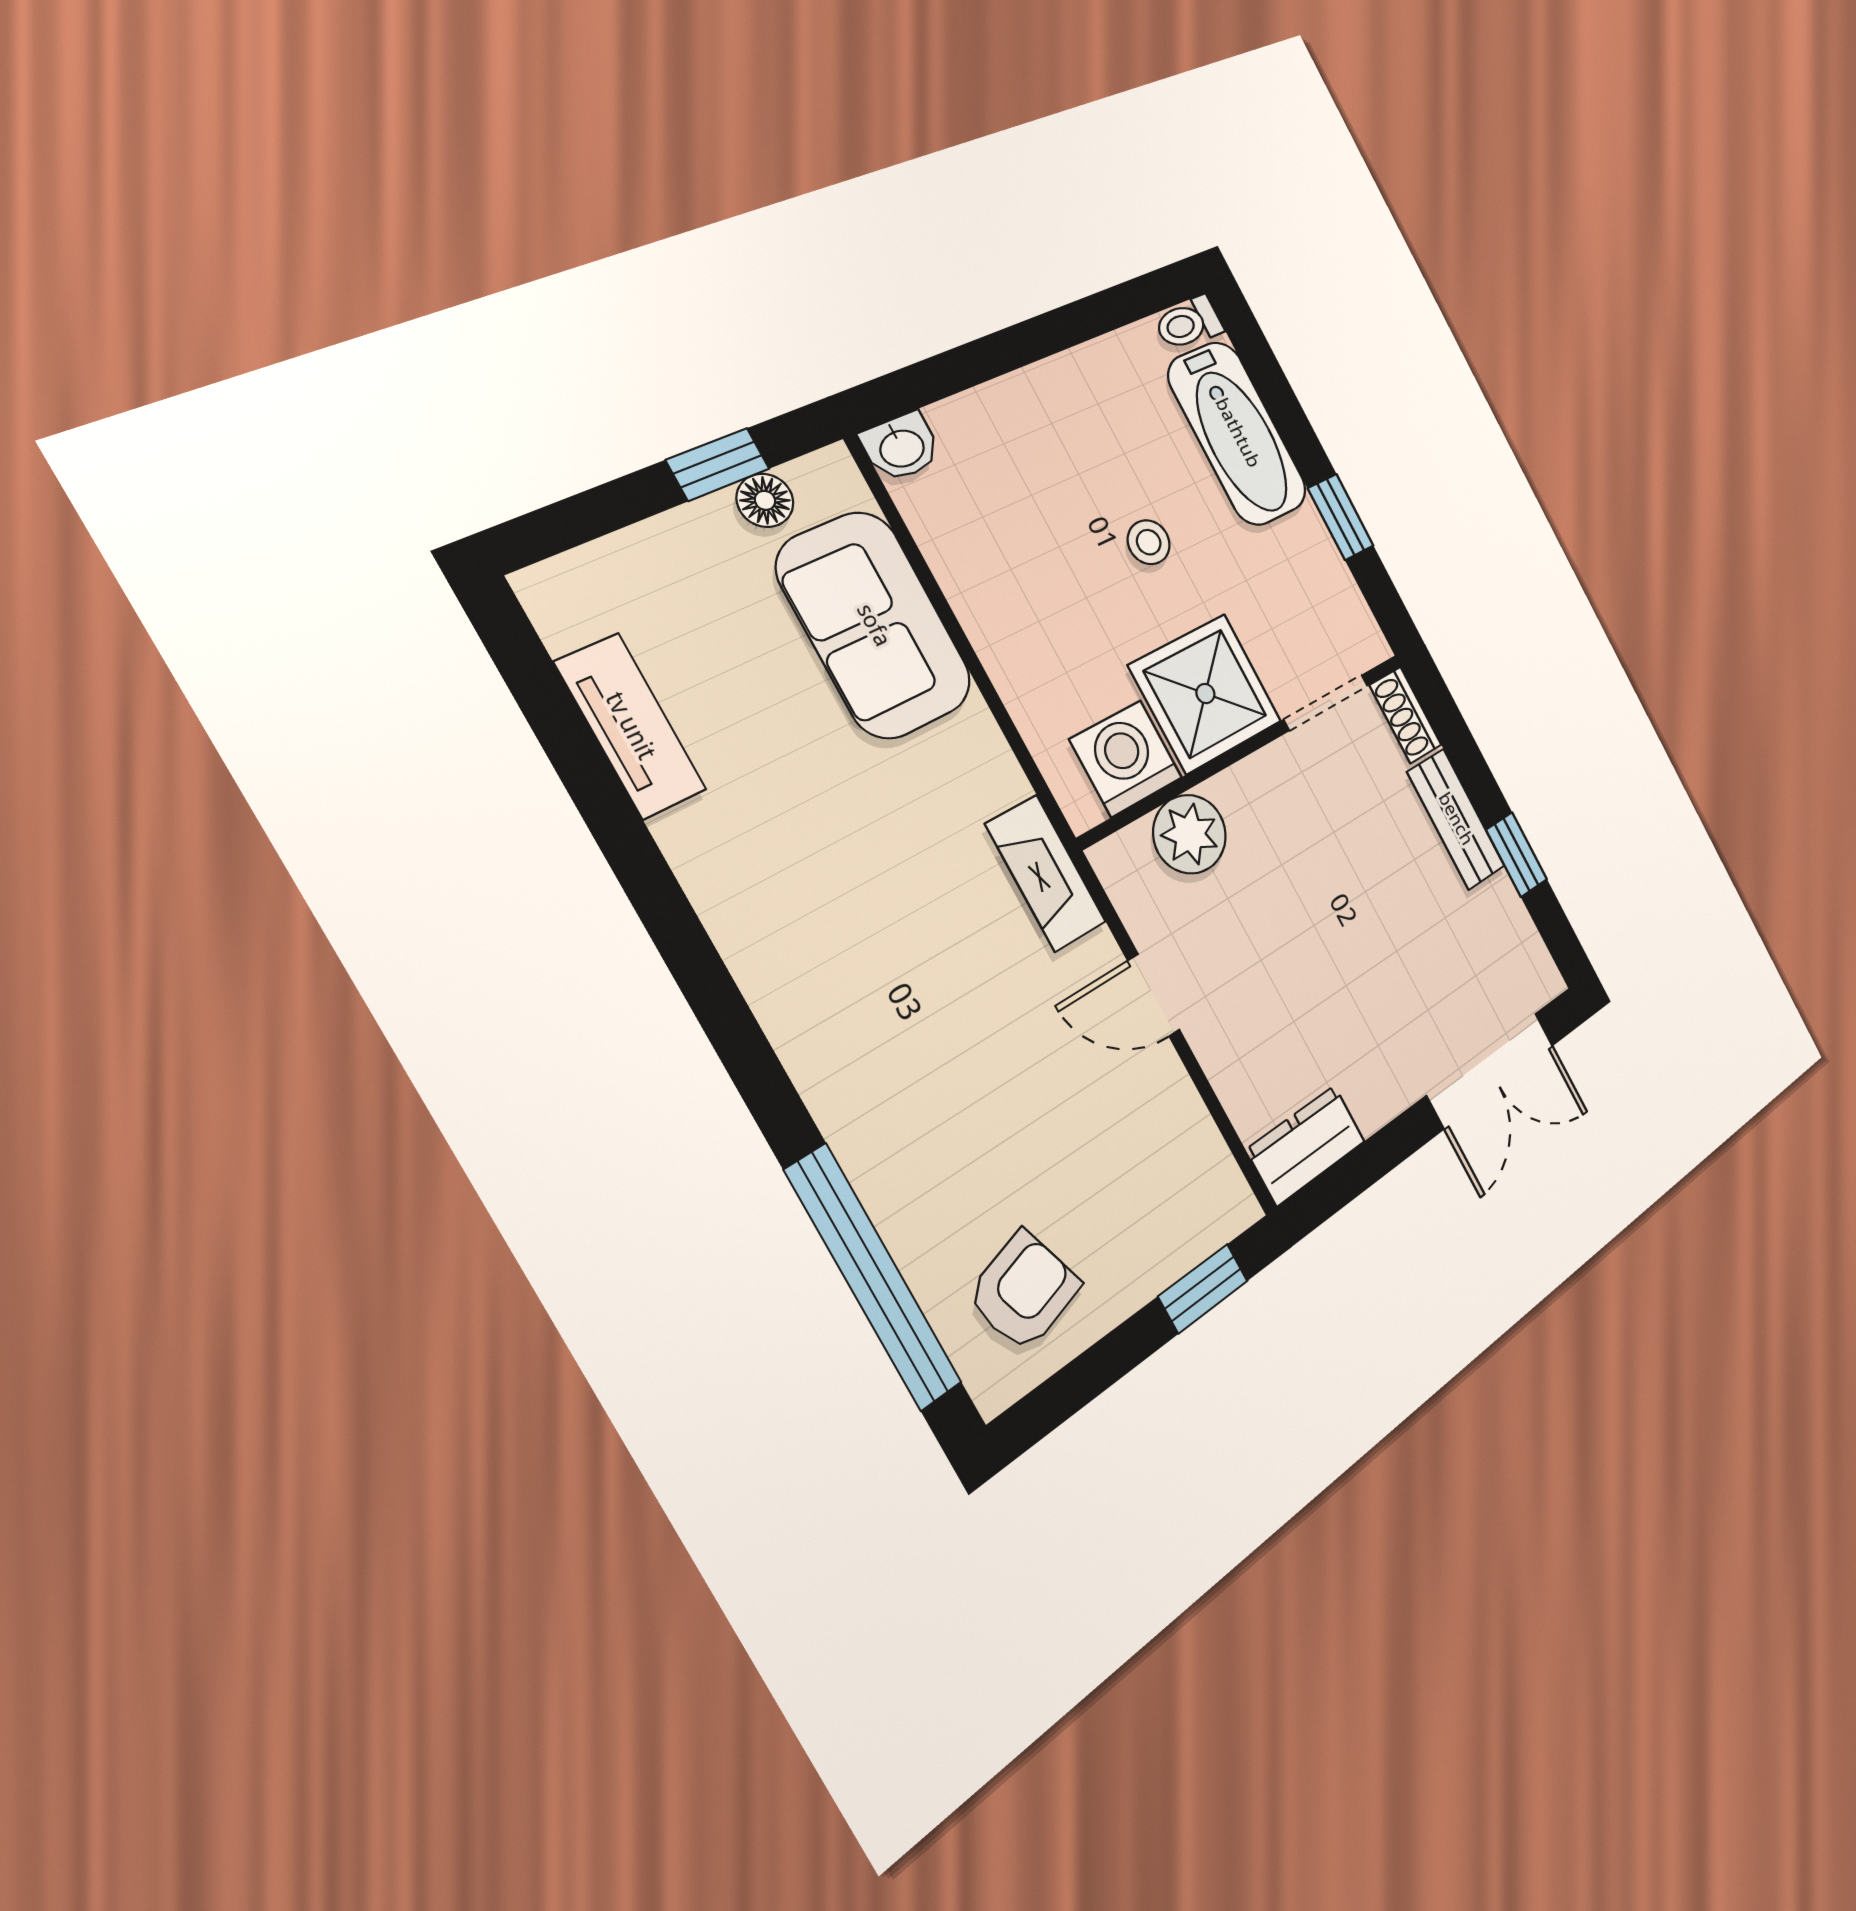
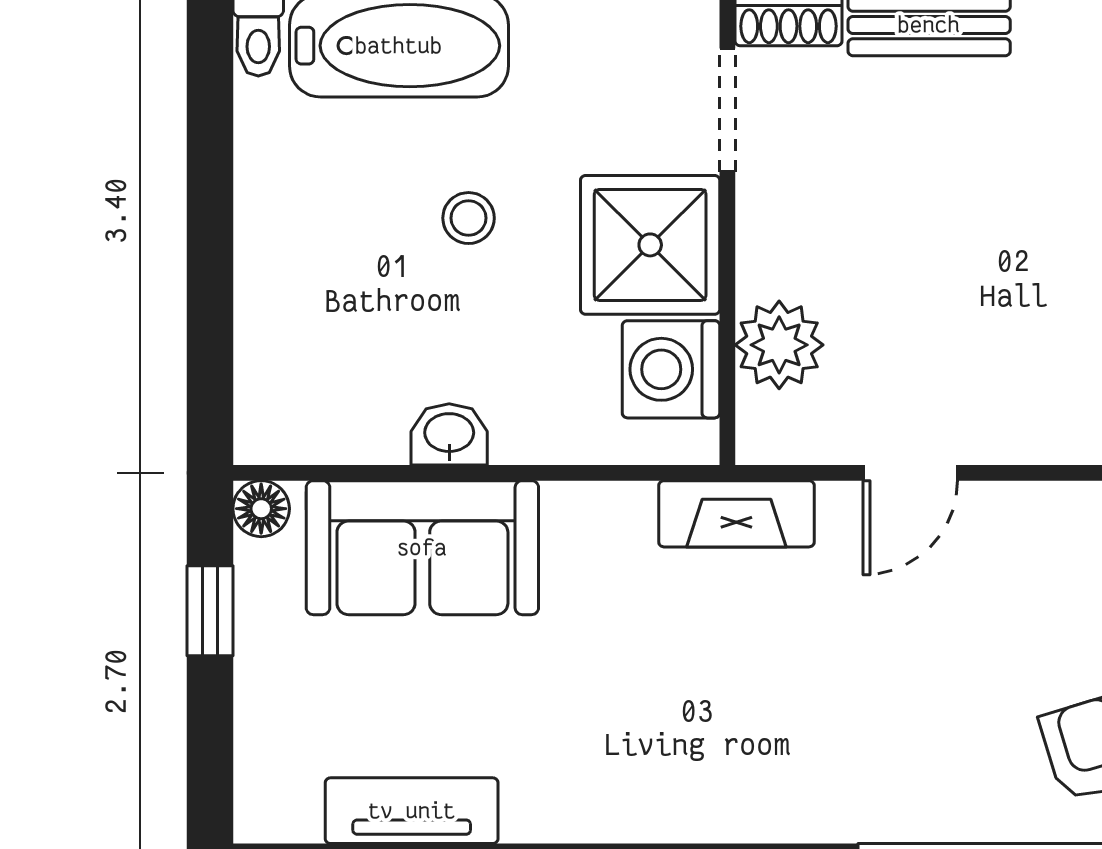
washbasin: (901, 447) -> (449, 434), moved, turned -90
floor lamp: (765, 500) -> (261, 509), moved

